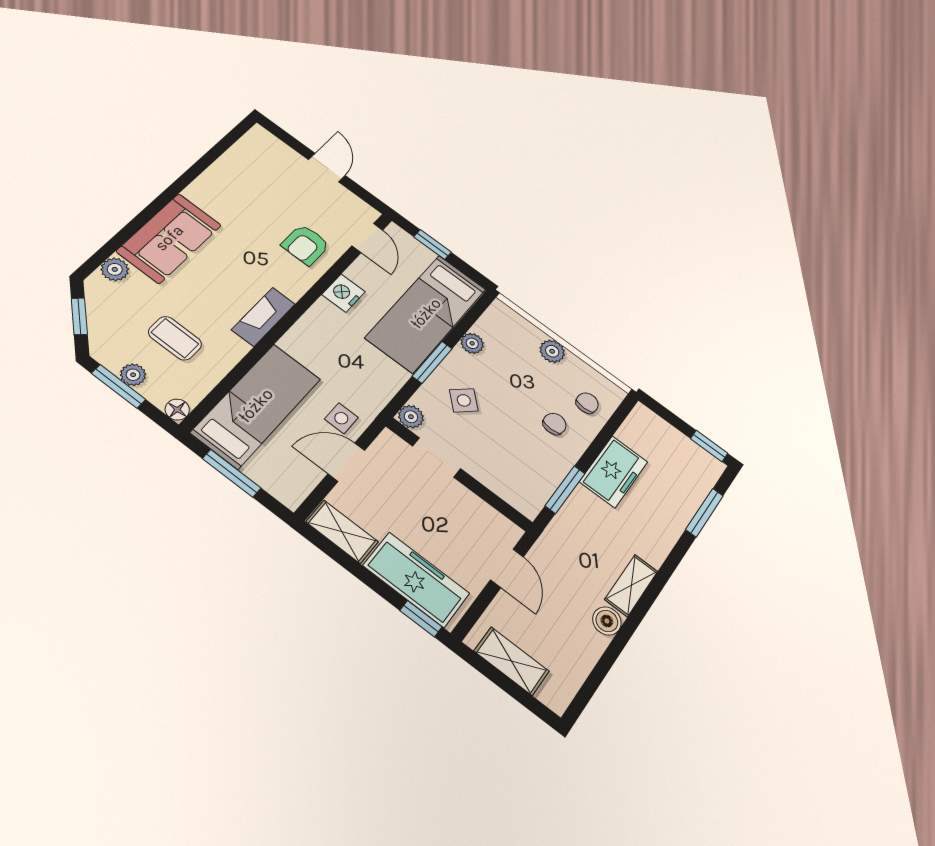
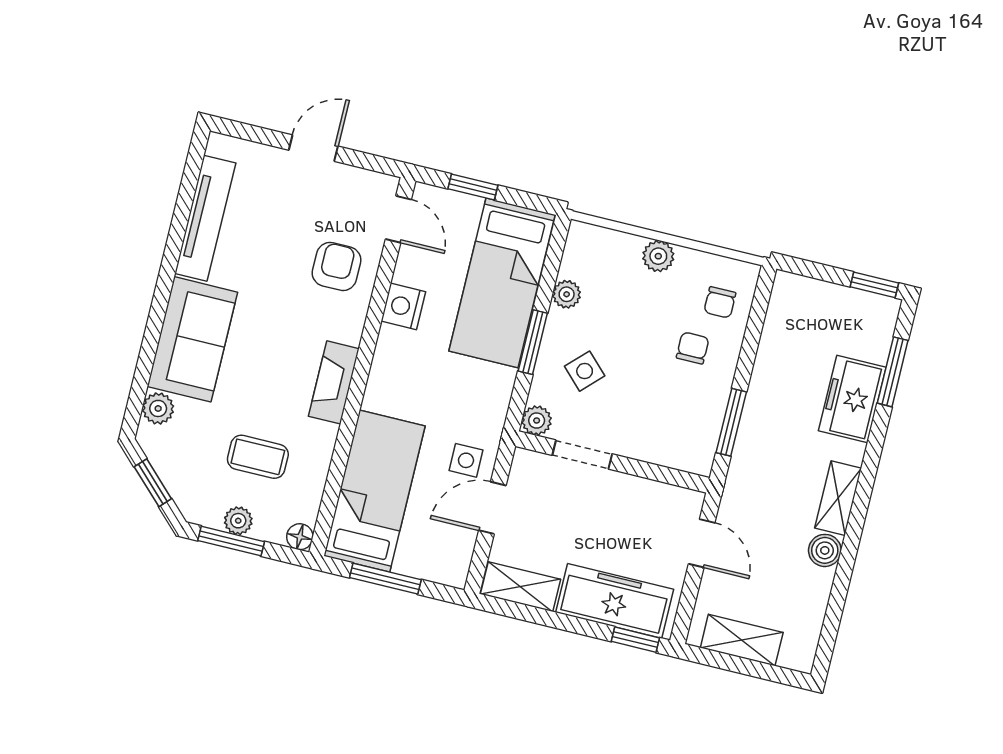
door: (327, 167) -> (313, 148), hinge flipped
tv unit: (223, 170) -> (205, 218), added
armchair: (306, 245) -> (336, 266), turned 180
chair: (587, 403) -> (720, 302), turned 180
freezer: (614, 472) -> (852, 399), moved, turned 180

